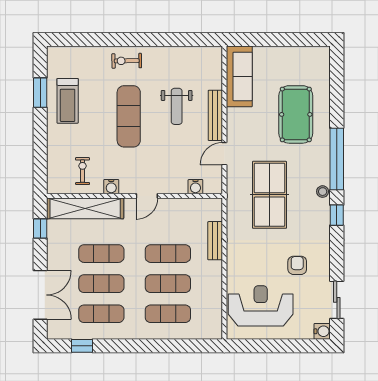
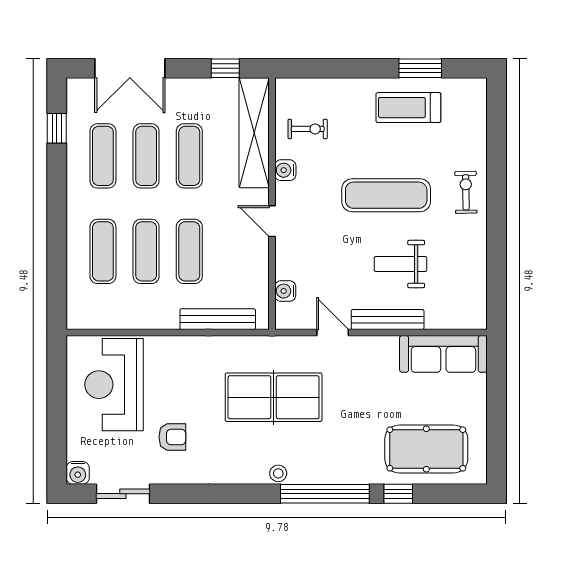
pool table: (296, 114) -> (426, 449), moved
window: (337, 215) -> (398, 494), moved
bench: (215, 241) -> (218, 319), width x1.36
reception desk: (261, 306) -> (114, 385), turned 180

